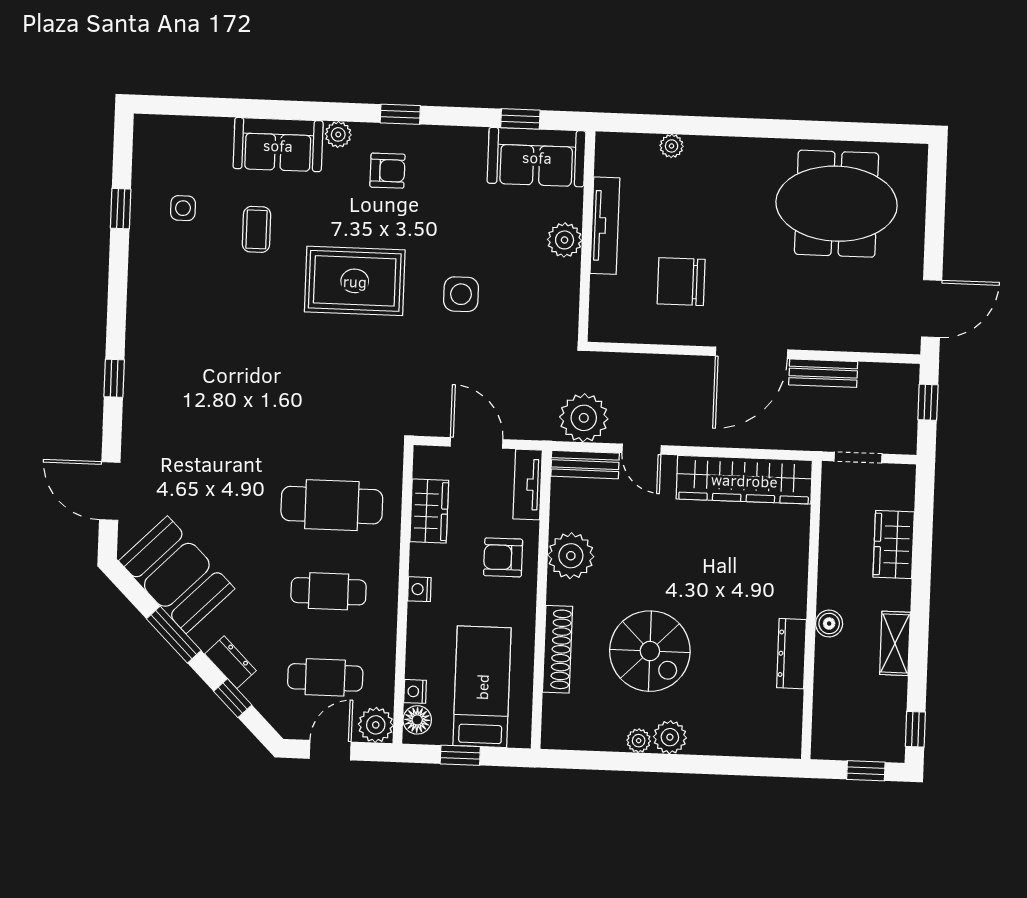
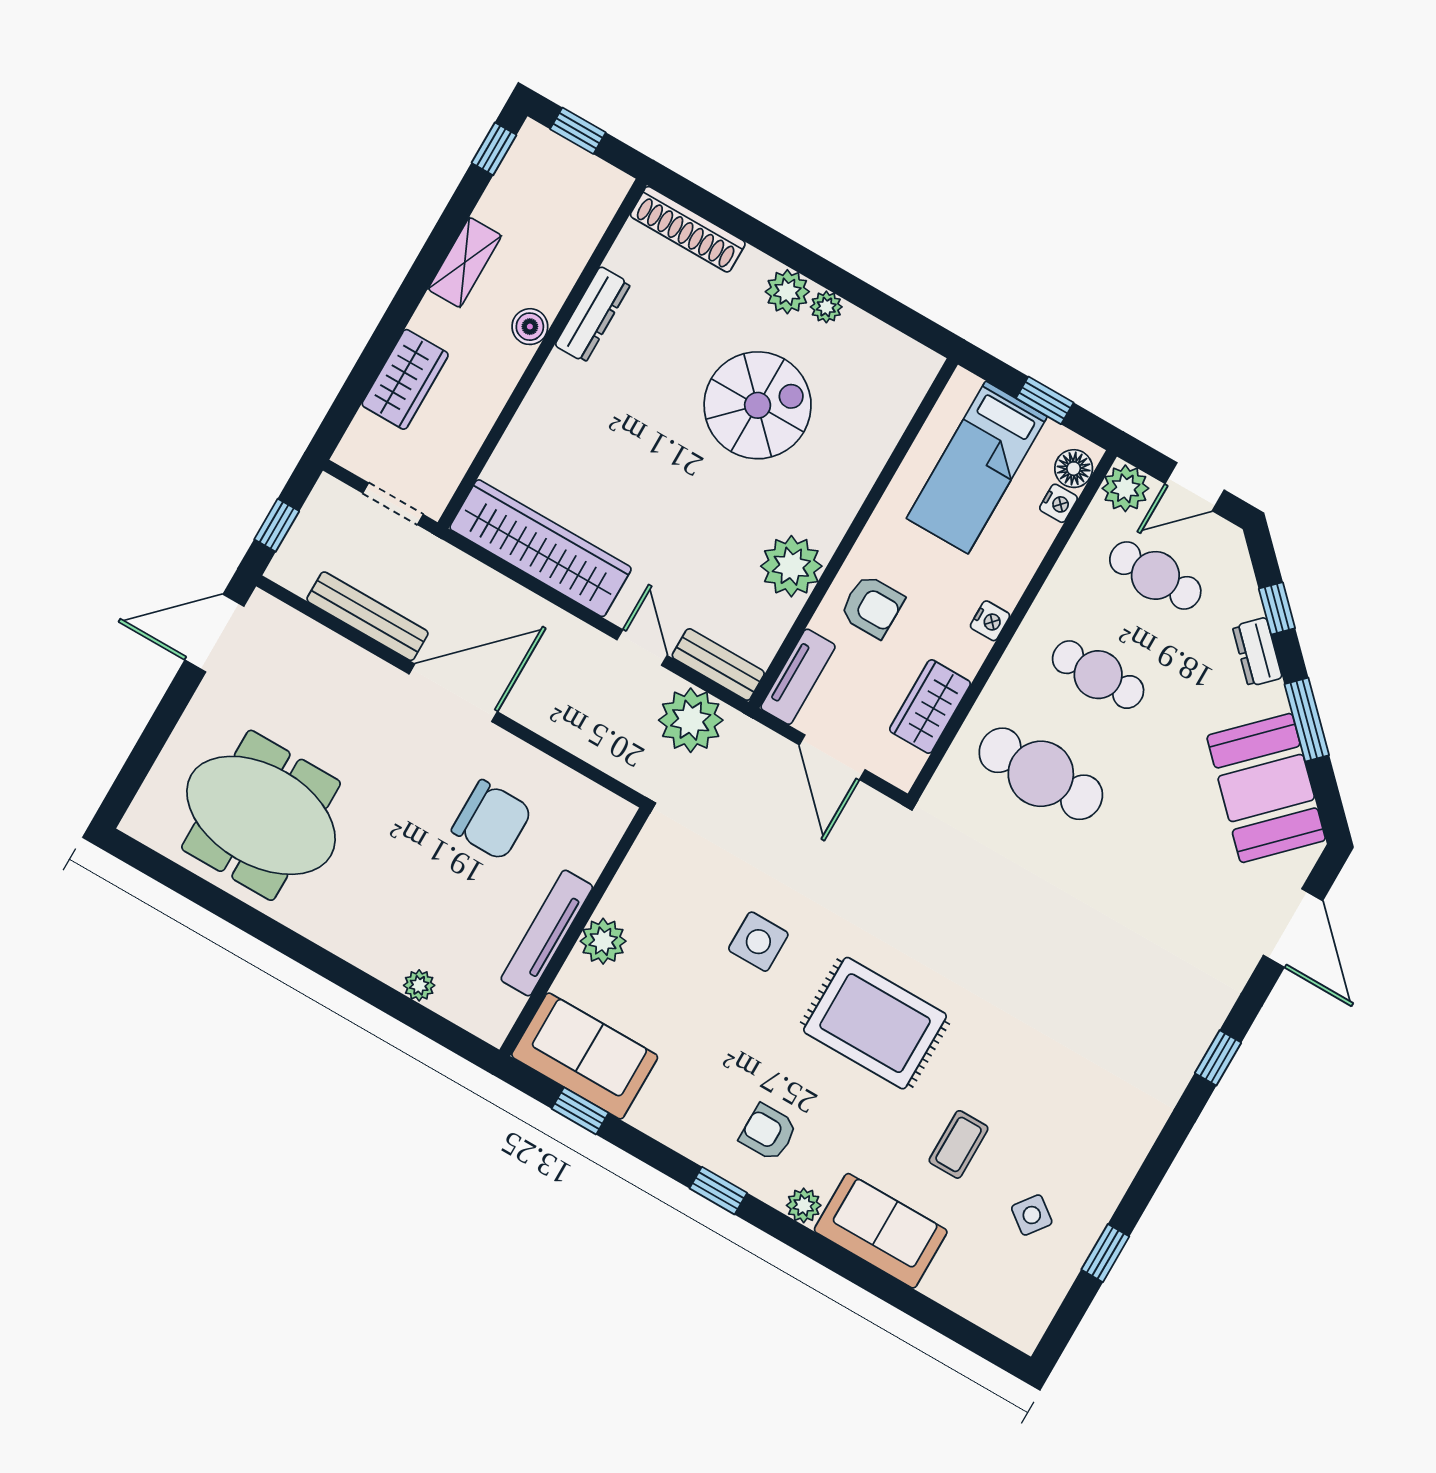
side table: (183, 208) -> (1032, 1215), turned 37
bench: (823, 373) -> (367, 616), width x1.36
shoe rack: (558, 649) -> (688, 229), moved, turned -90
spiral stairs: (650, 651) -> (758, 405), turned 90

